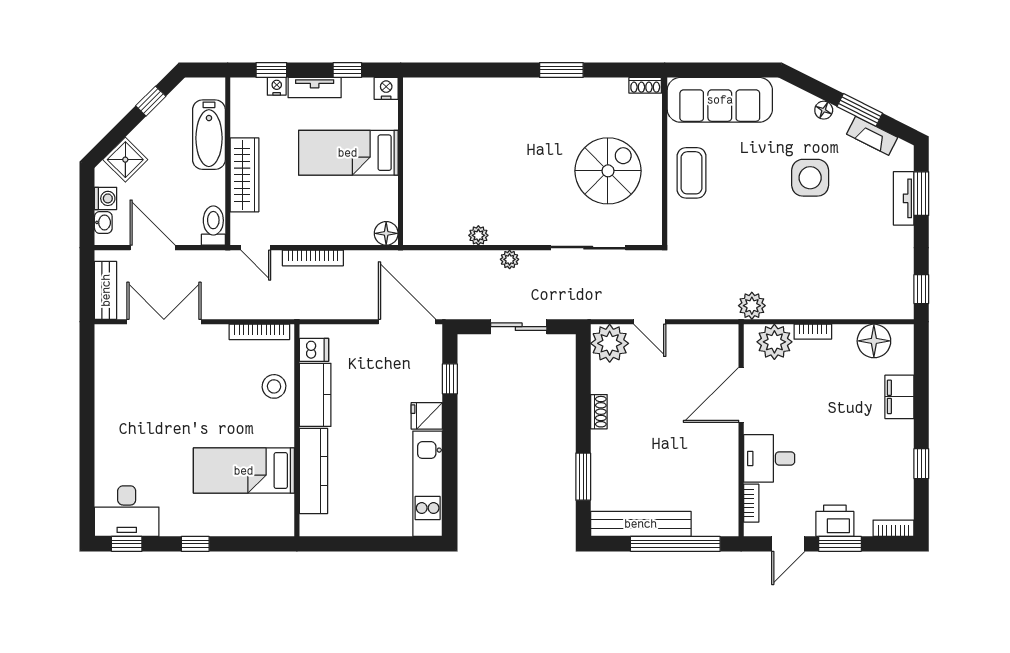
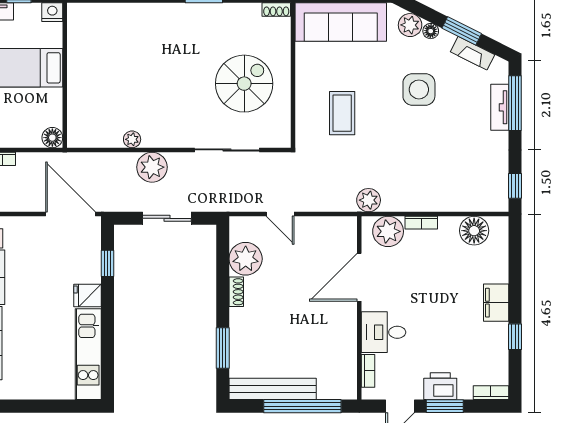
plant: (800, 103) -> (410, 25), added
coffee table: (692, 173) -> (342, 113), moved
window: (921, 194) -> (515, 103), width x1.44
plant: (510, 259) -> (152, 167), width x1.88, depth x1.88
plant: (610, 343) -> (246, 259), moved
filing cabinet: (899, 397) -> (496, 303), moved

